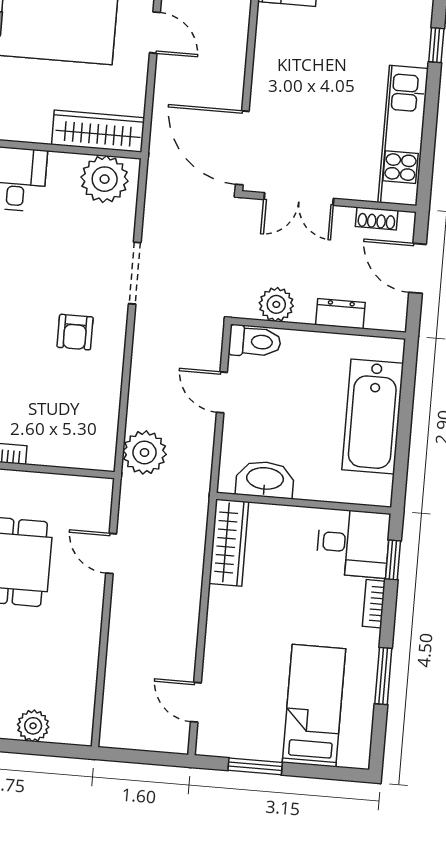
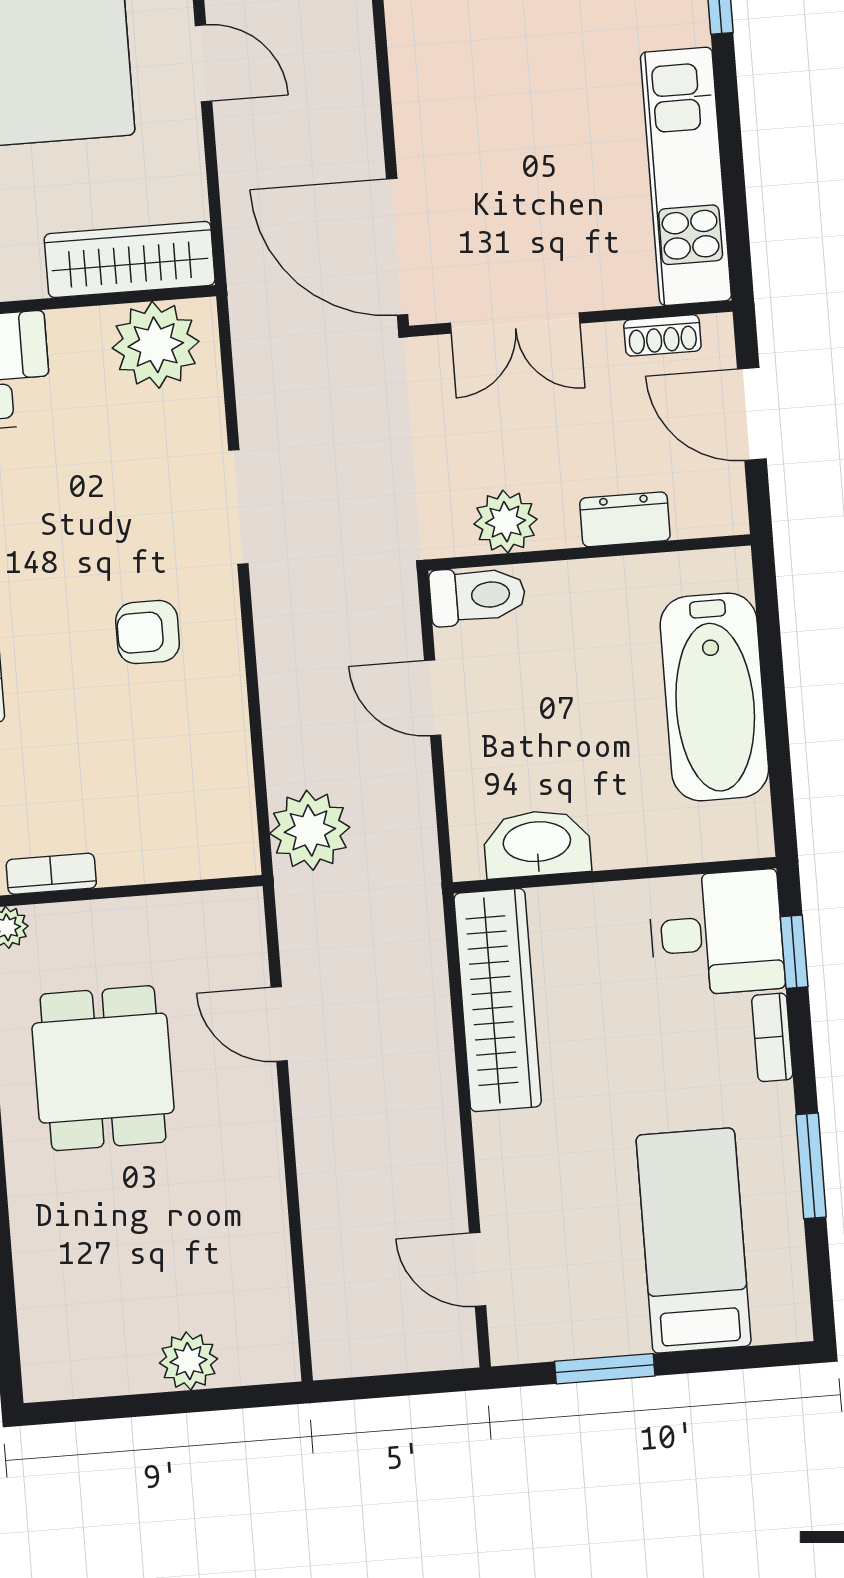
armchair: (75, 332) -> (148, 632), turned 90
wardrobe: (229, 543) -> (498, 1000), width x1.40, depth x1.17

